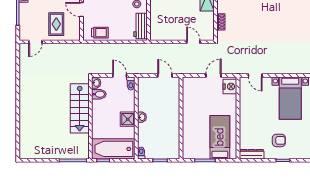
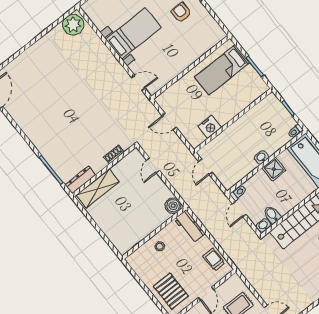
workbench: (141, 26) -> (189, 226), moved, turned 90
boiler: (156, 34) -> (173, 206), added
door: (255, 75) -> (138, 83), hinge flipped
nightstand: (230, 86) -> (210, 127), moved, turned 180
dresser: (252, 154) -> (214, 28), removed

